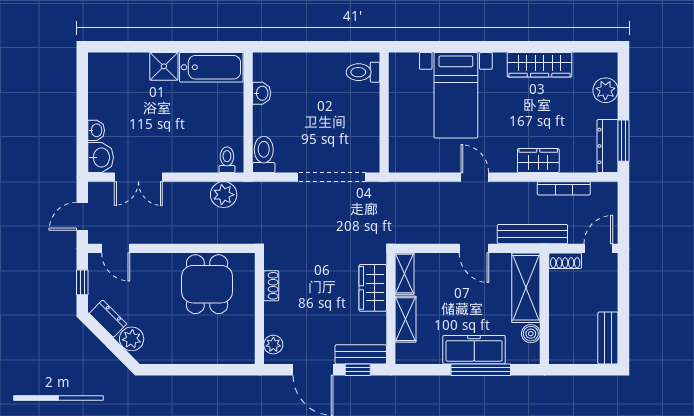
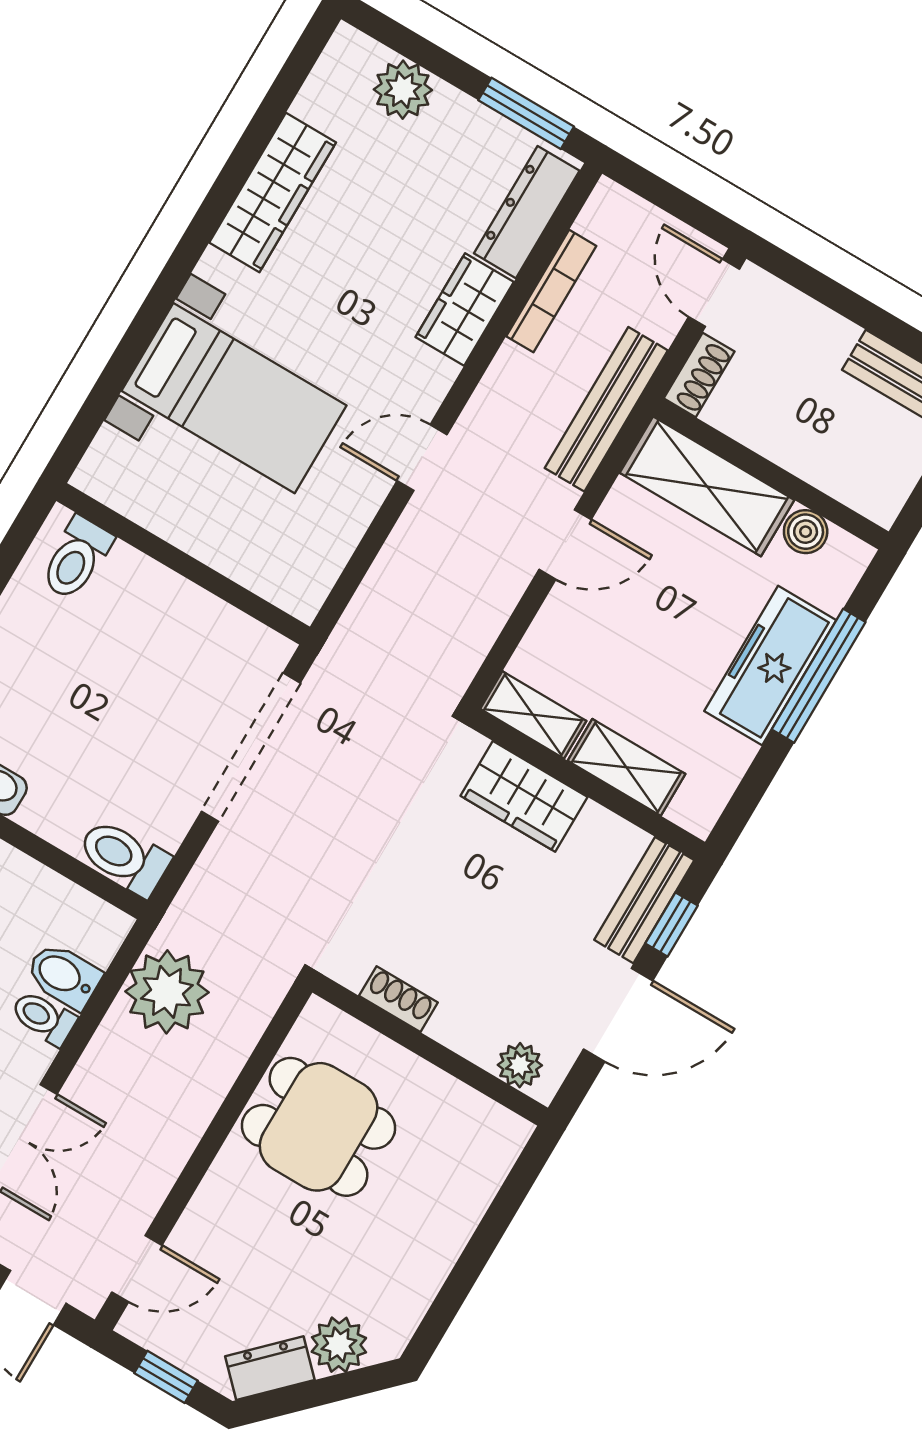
dresser: (607, 146) -> (527, 212), moved, turned 90
bidet: (207, 158) -> (64, 976), added
toilet: (227, 160) -> (44, 1018), moved
plant: (224, 195) -> (167, 992), width x1.36, depth x1.36

